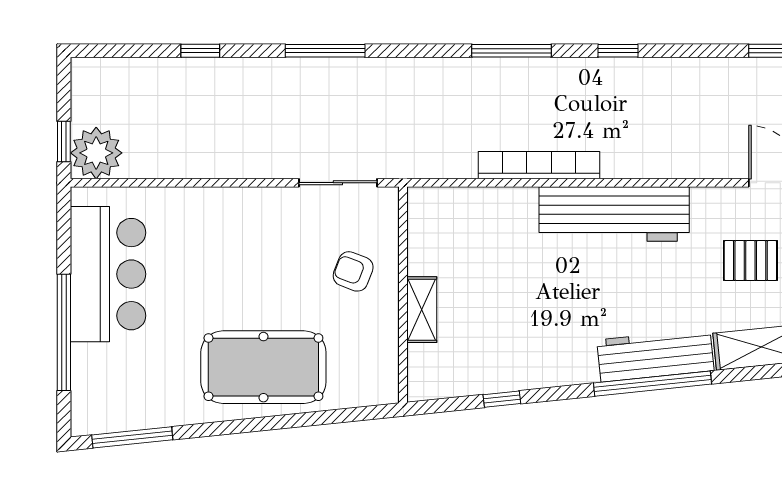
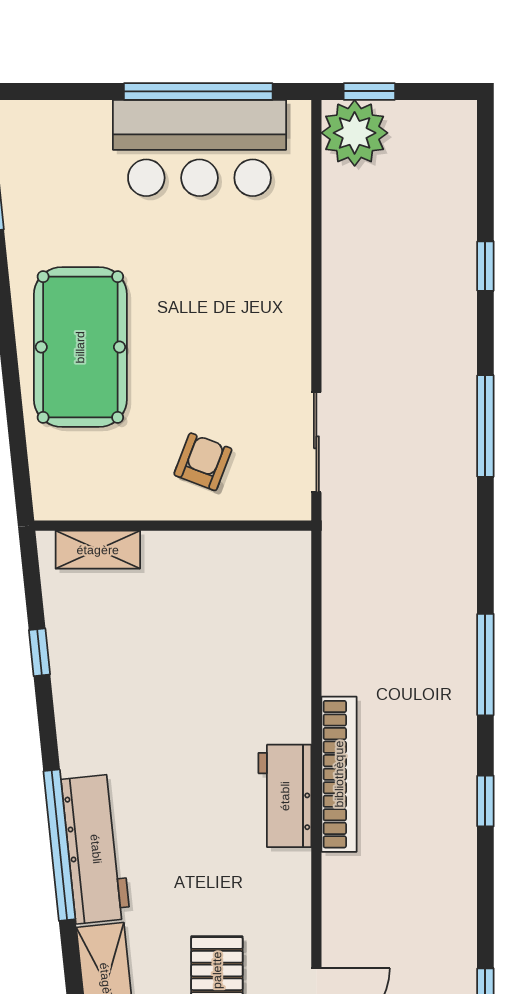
bookcase: (539, 165) -> (339, 774), moved
workbench: (614, 214) -> (285, 796), width x0.53, depth x0.76
shelving: (422, 310) -> (98, 550), moved
window: (64, 332) -> (198, 91), moved

